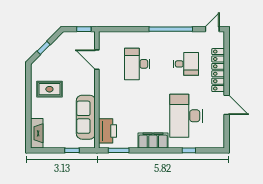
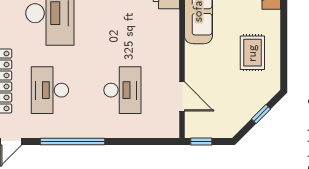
desk: (186, 64) -> (50, 90), width x1.37
rug: (49, 89) -> (252, 53), turned 90

